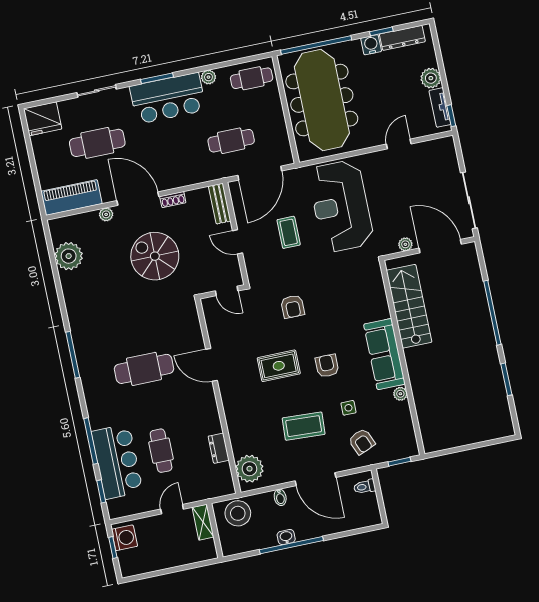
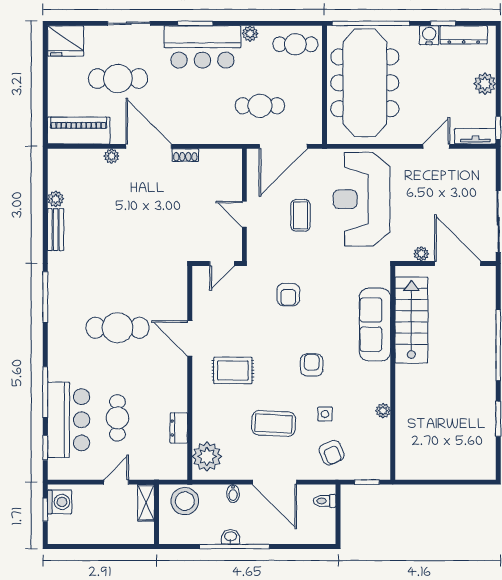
tv unit: (440, 107) -> (475, 136), moved, turned 90
bench: (220, 204) -> (56, 230), moved
plant: (69, 256) -> (56, 199), width x0.53, depth x0.53
spiral stairs: (155, 256) -> (154, 211), removed
door: (227, 291) -> (222, 263), hinge flipped
sofa: (384, 354) -> (375, 325), moved
rug: (279, 366) -> (233, 370), moved

